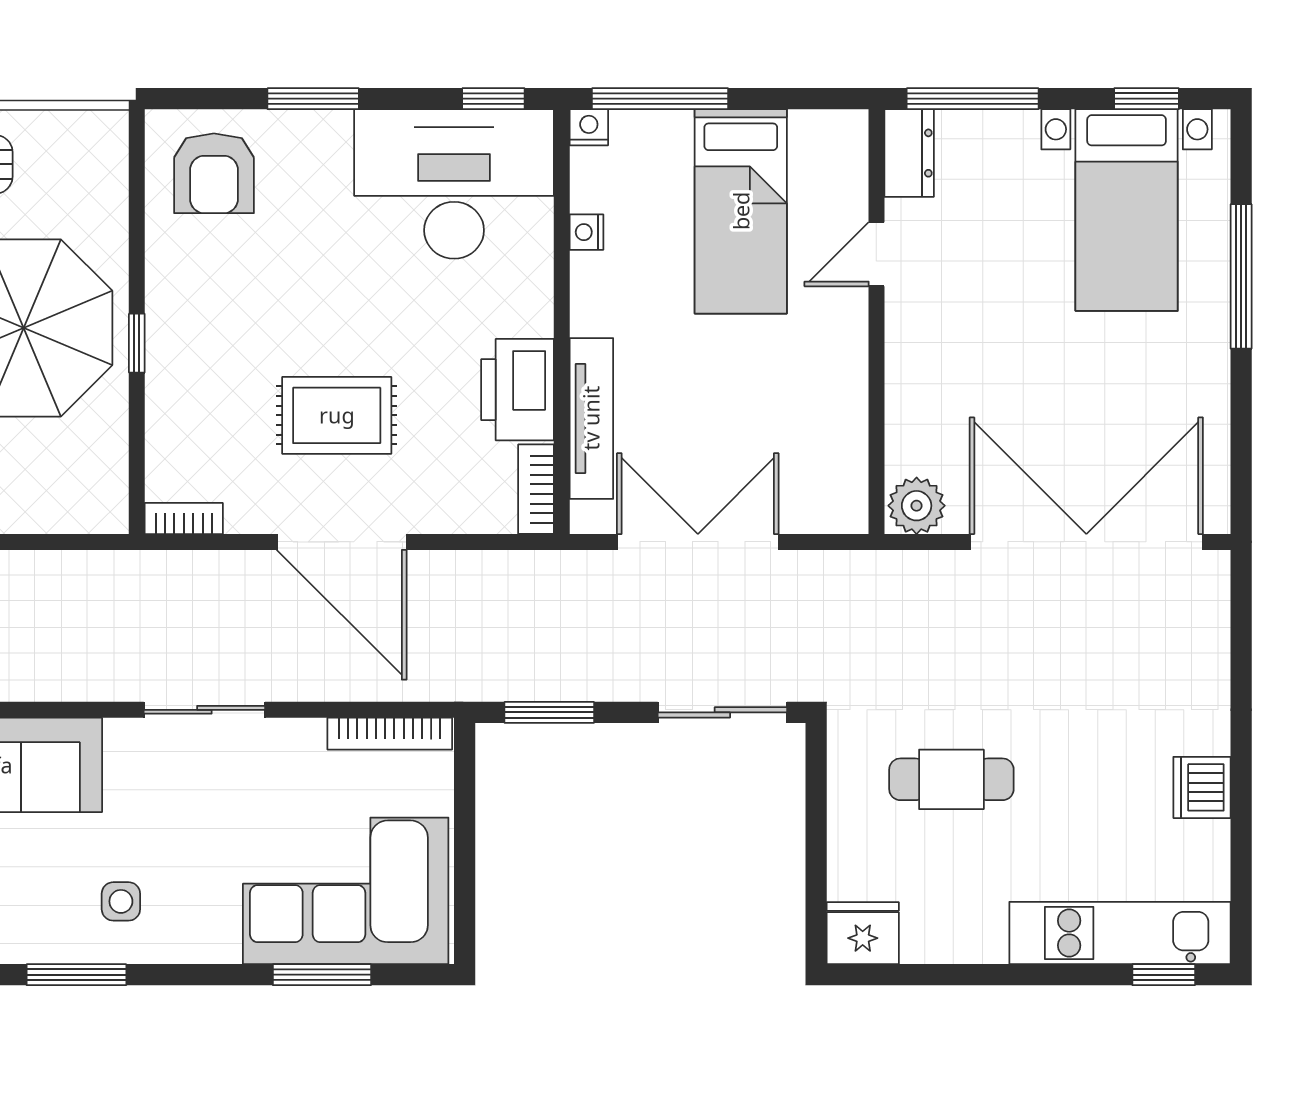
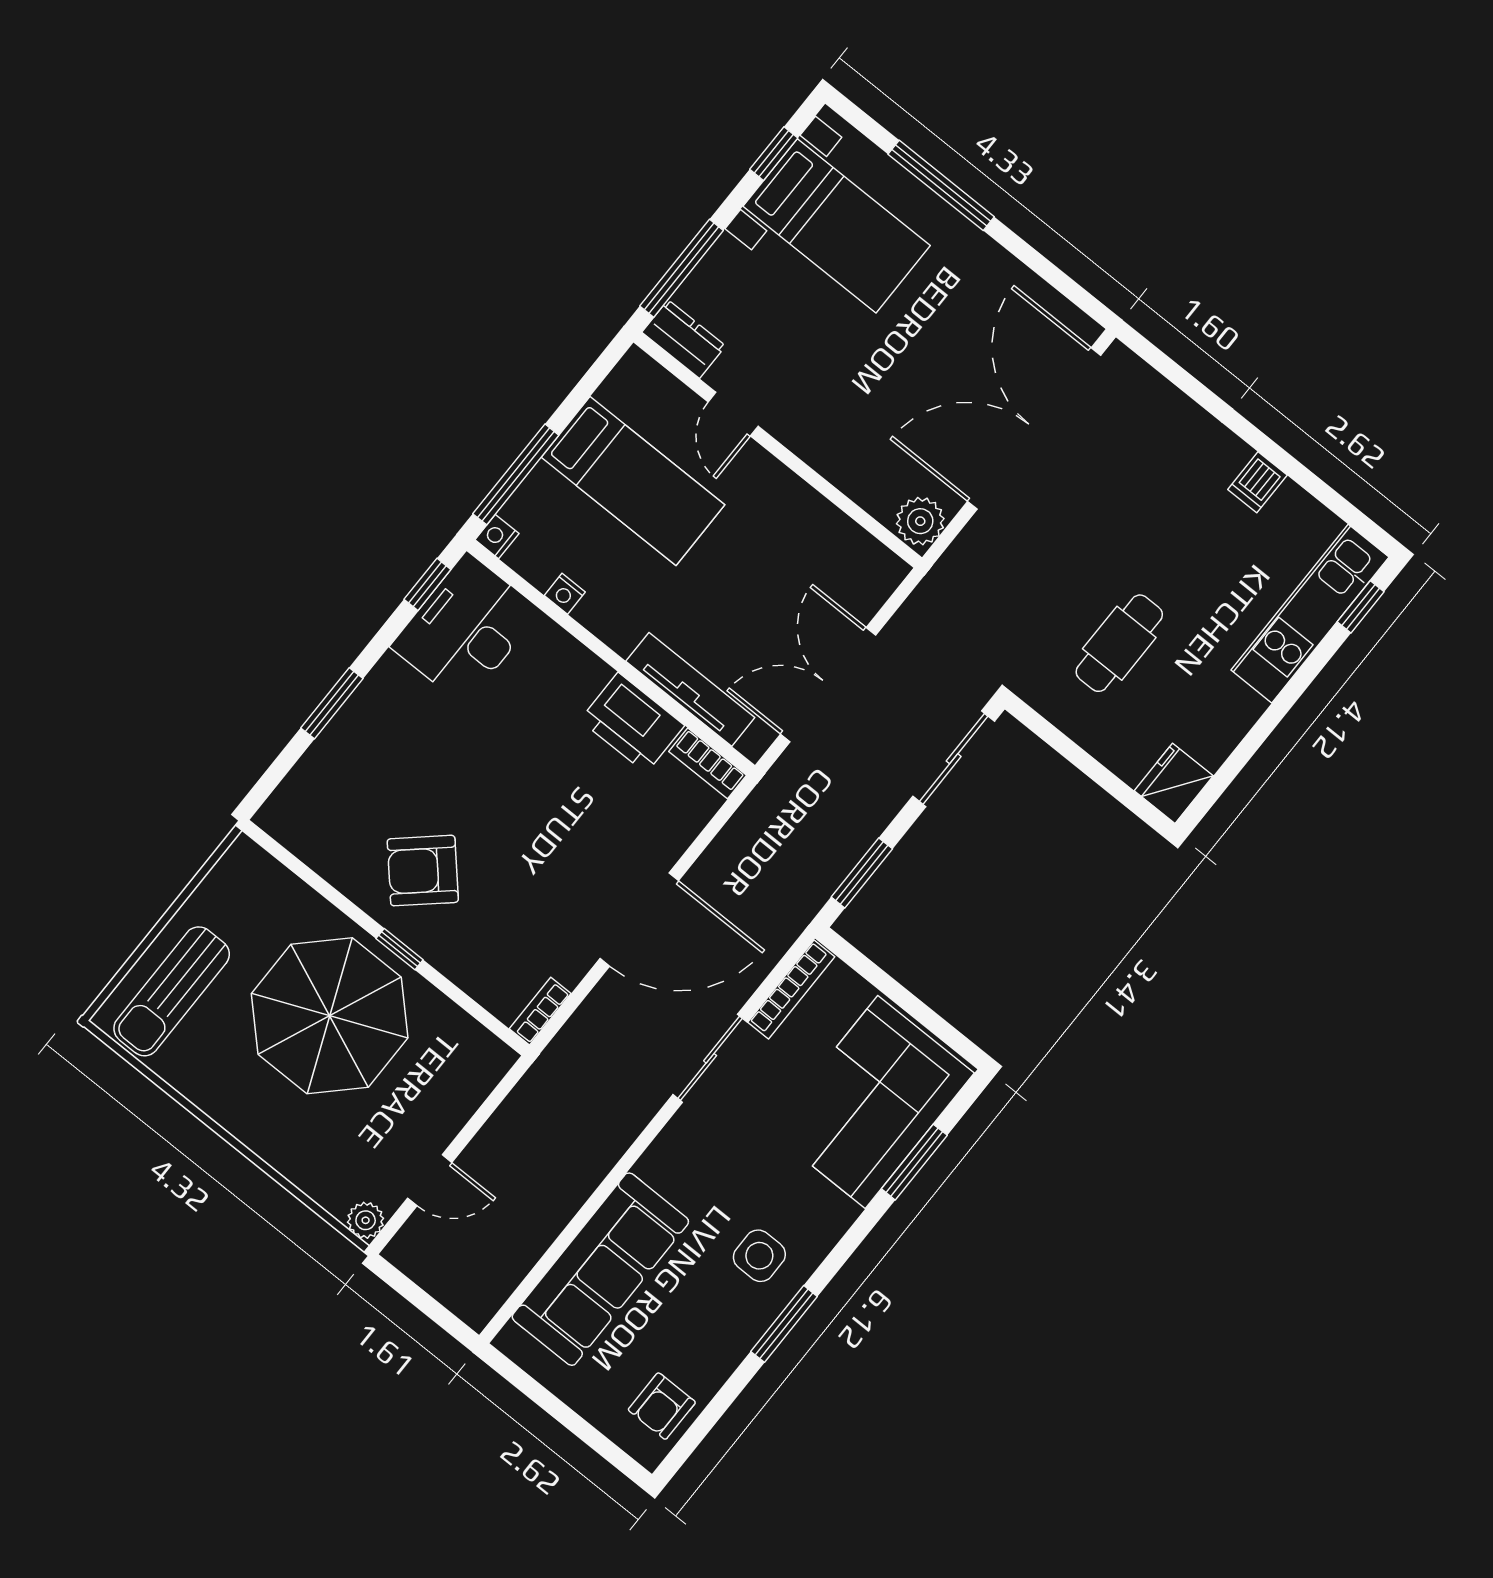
armchair: (214, 173) -> (423, 871), moved, turned 138
desk: (454, 184) -> (466, 629), width x0.73, depth x0.77
rug: (337, 415) -> (553, 856), removed
sliding door: (204, 710) -> (710, 1058), moved
dishwasher: (1202, 787) -> (1257, 482), width x0.73
side table: (121, 901) -> (759, 1256), width x1.37, depth x1.37

